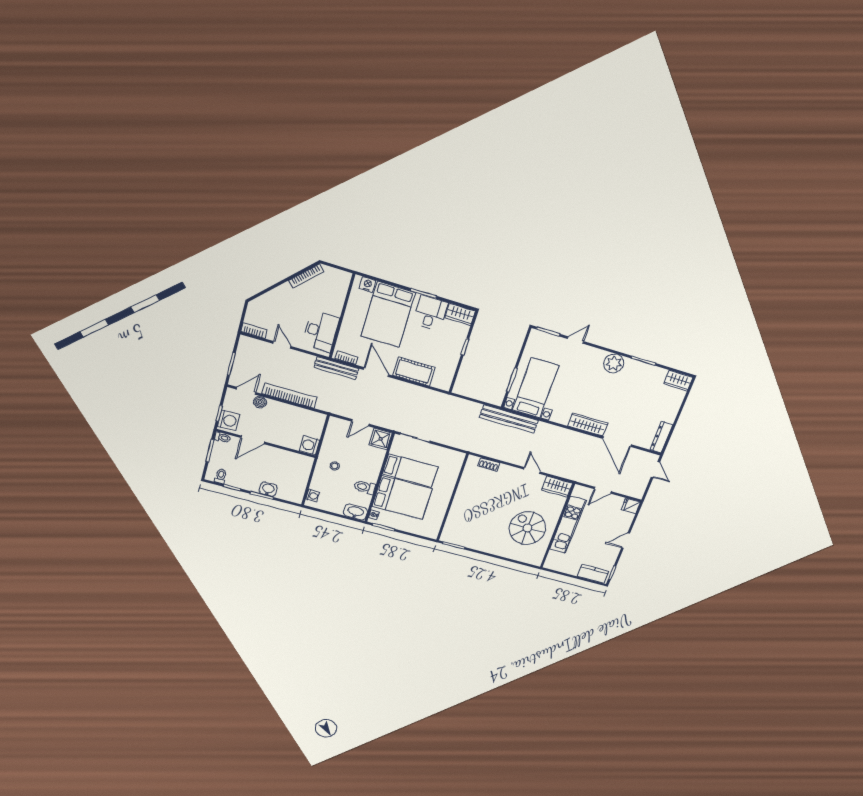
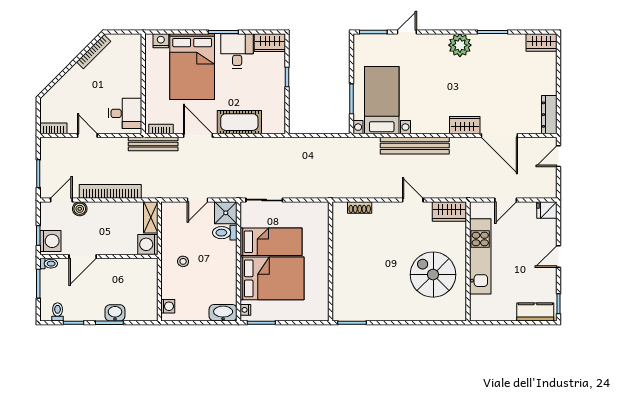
desk: (321, 331) -> (125, 113), width x0.73
bench: (509, 419) -> (415, 146), moved
wardrobe: (588, 424) -> (465, 125), width x0.67
shelving: (318, 425) -> (151, 217), added
door: (655, 470) -> (558, 156), swing flipped
toilet: (365, 487) -> (225, 233), moved

